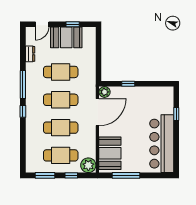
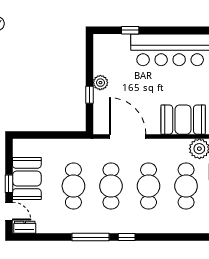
window: (73, 24) -> (9, 184), moved
dresser: (30, 54) -> (25, 227), moved
plant: (105, 92) -> (100, 83), moved

